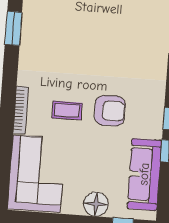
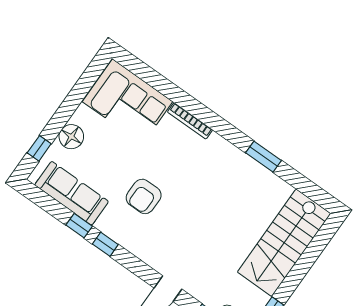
coffee table: (67, 110) -> (166, 160), removed

